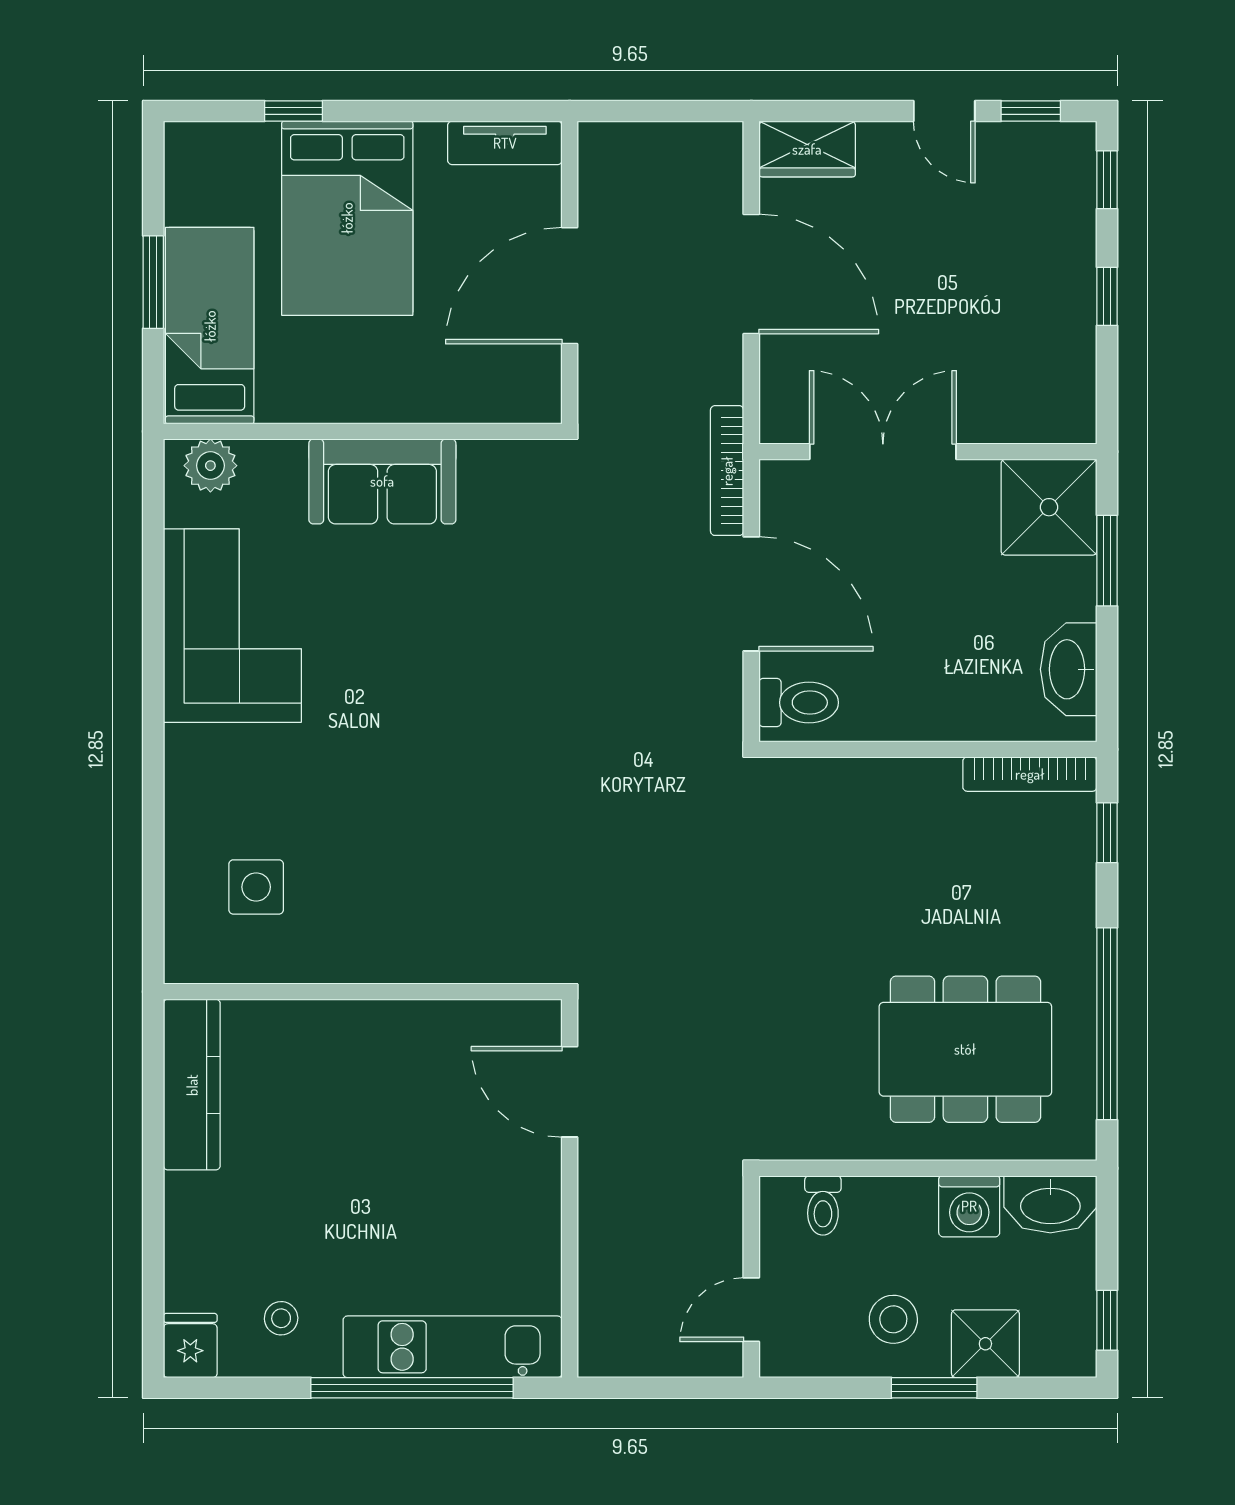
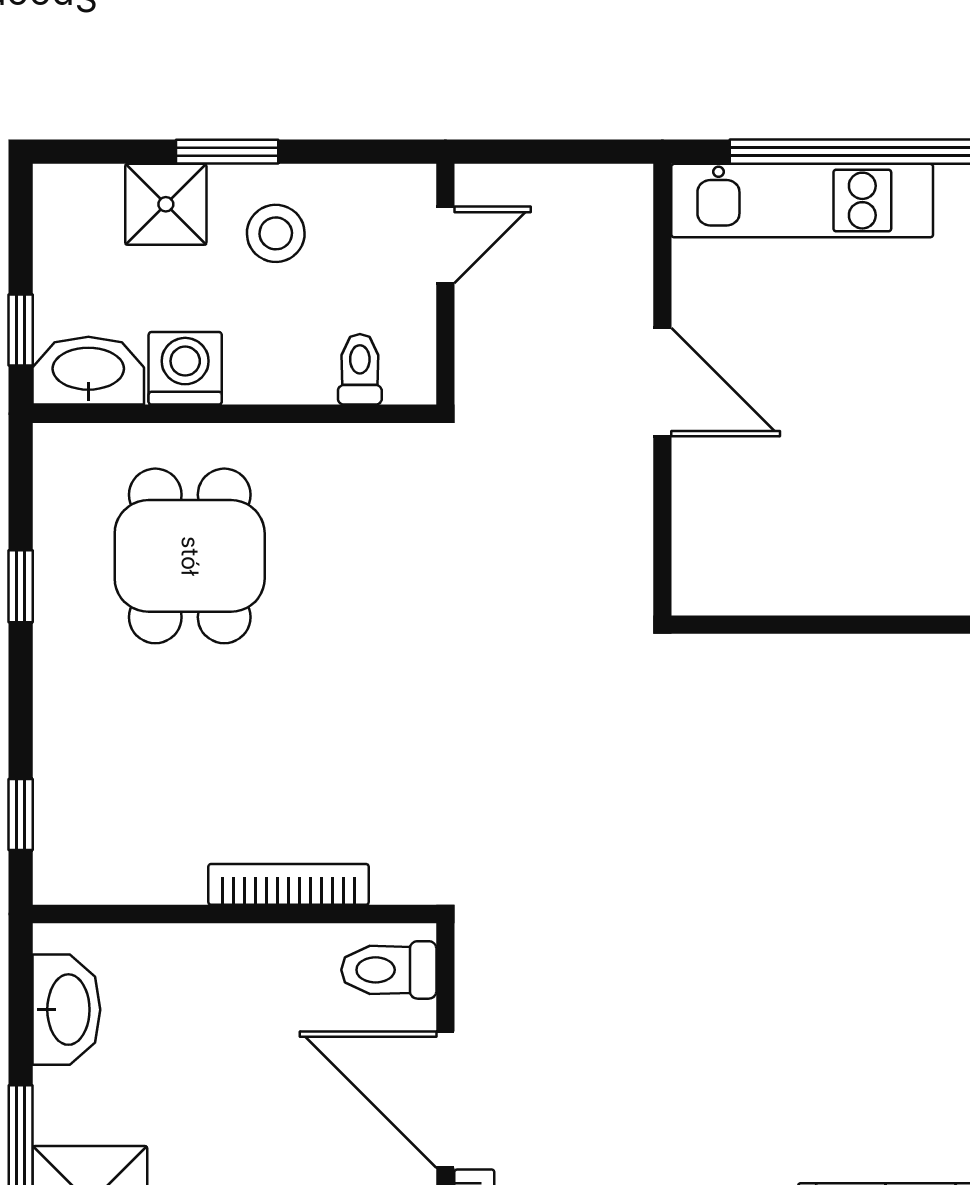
bookcase: (1030, 774) -> (289, 884), moved
window: (1107, 1024) -> (21, 586), width x0.32
dining table: (965, 1049) -> (190, 556), width x0.73
door: (570, 1092) -> (662, 382), moved
window: (1107, 1320) -> (21, 330), moved

